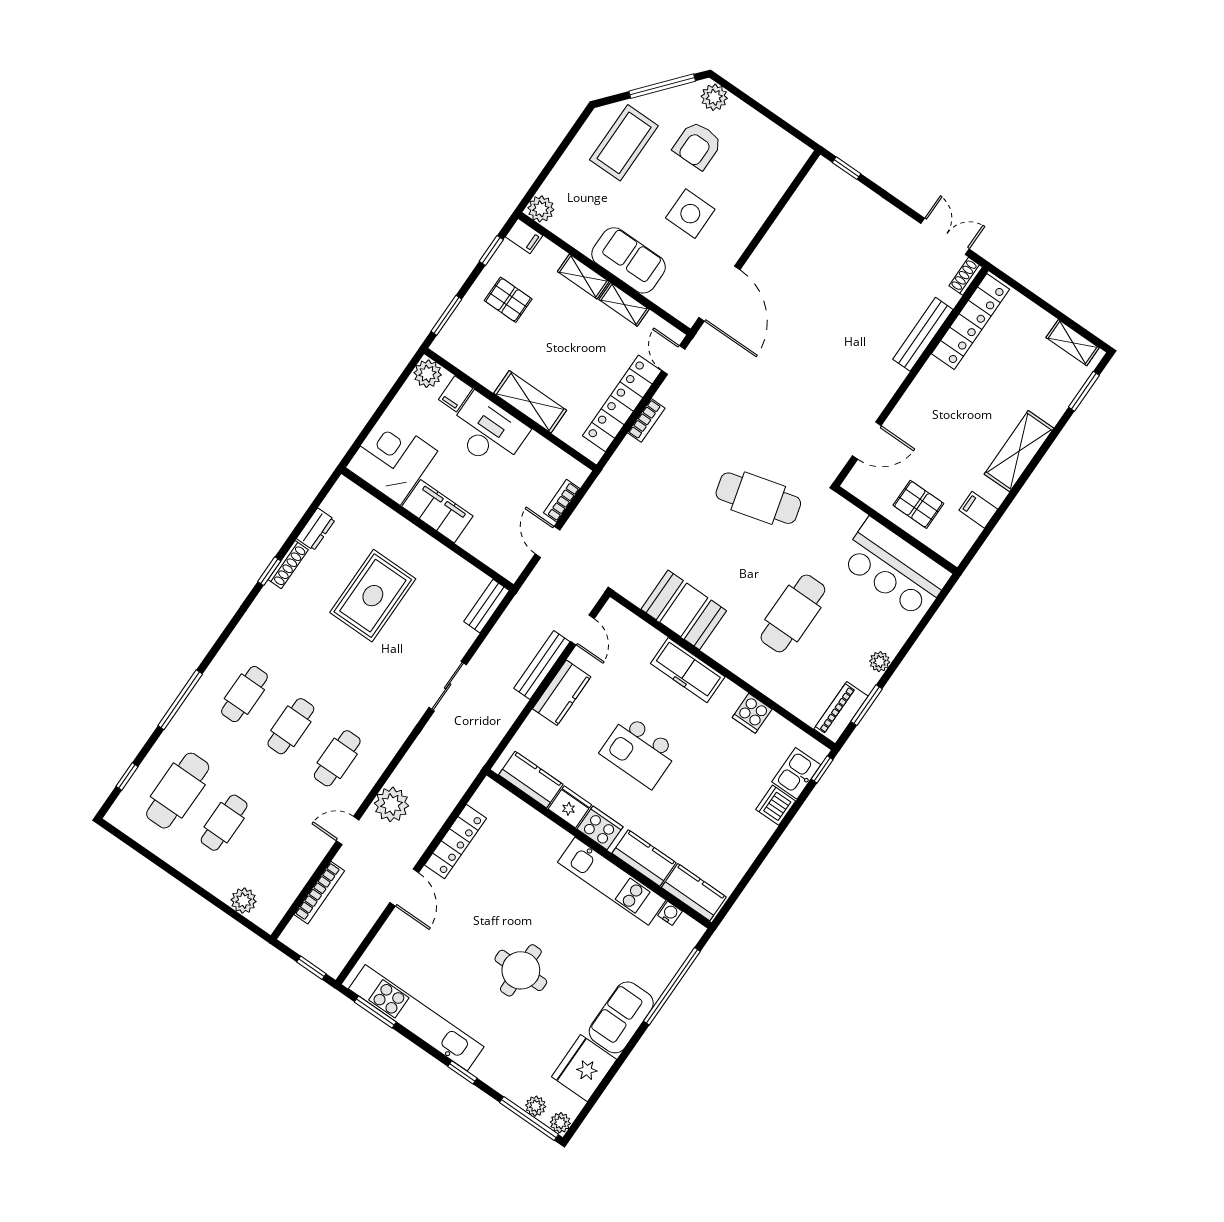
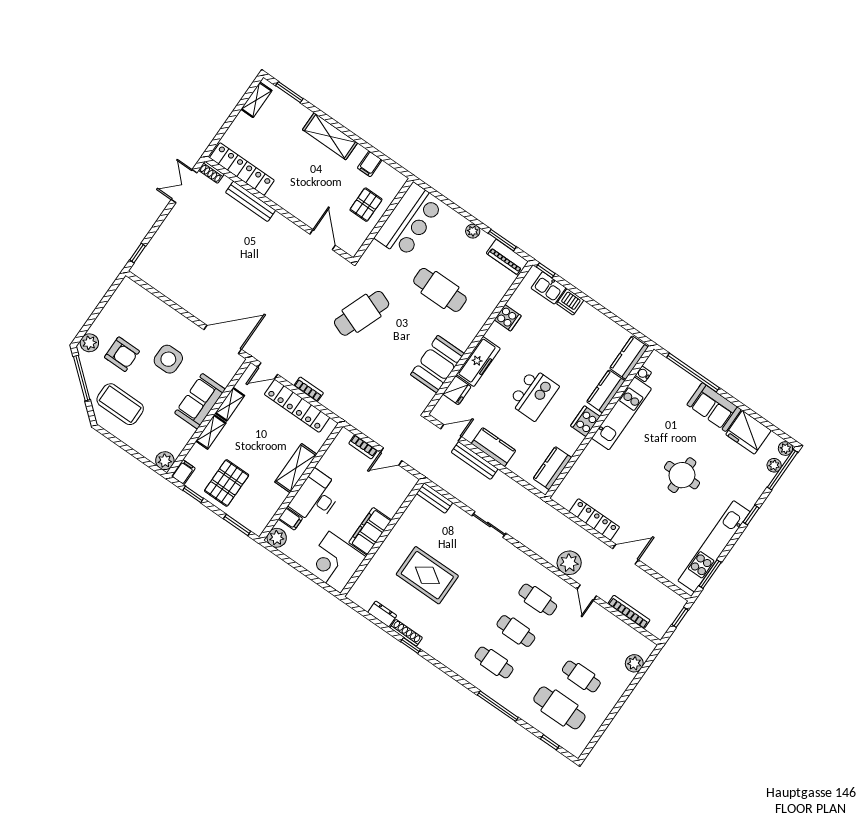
pallet: (508, 300) -> (227, 483), width x1.50, depth x1.42
cafe table: (758, 498) -> (362, 313), turned 36
fridge: (570, 807) -> (457, 390), moved, turned 180

